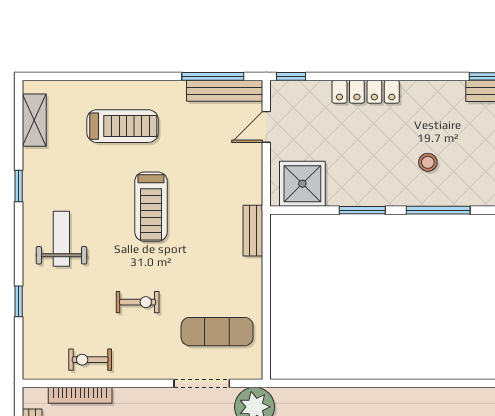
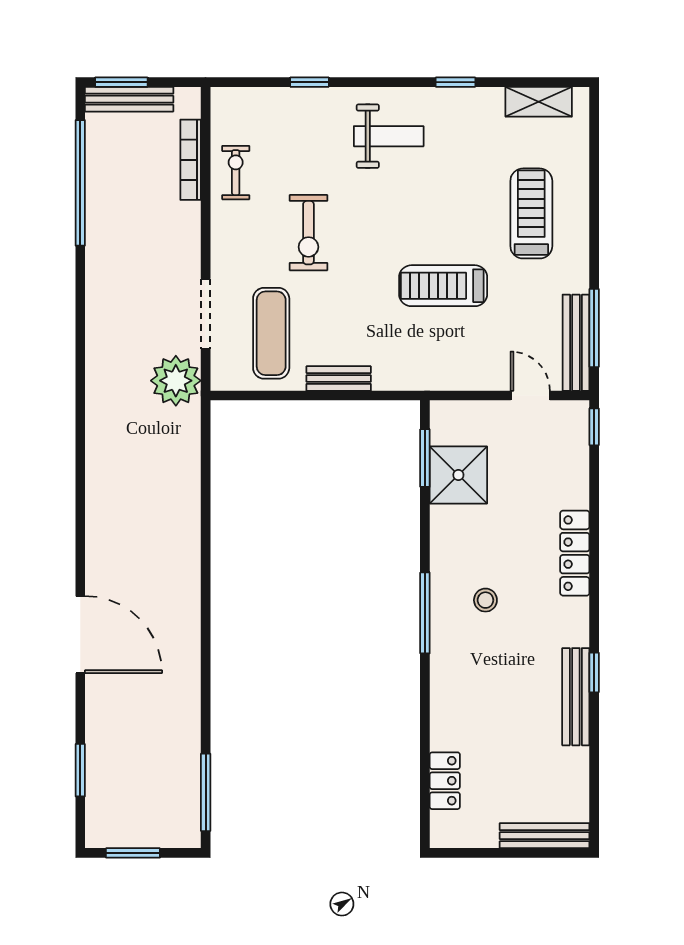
locker: (366, 92) -> (575, 553), moved
treadmill: (122, 126) -> (531, 213), turned 180
shower: (302, 184) -> (458, 475), moved
treadmill: (151, 207) -> (443, 286), moved
window: (362, 210) -> (425, 458), moved
bench: (253, 231) -> (339, 378), moved
exercise bike: (138, 302) -> (308, 233), width x1.38, depth x1.39

